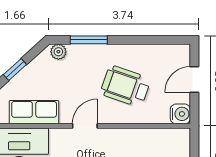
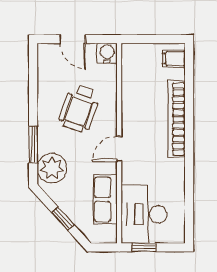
plant: (58, 52) -> (52, 168), width x1.88, depth x1.88
door: (85, 126) -> (119, 149), hinge flipped

